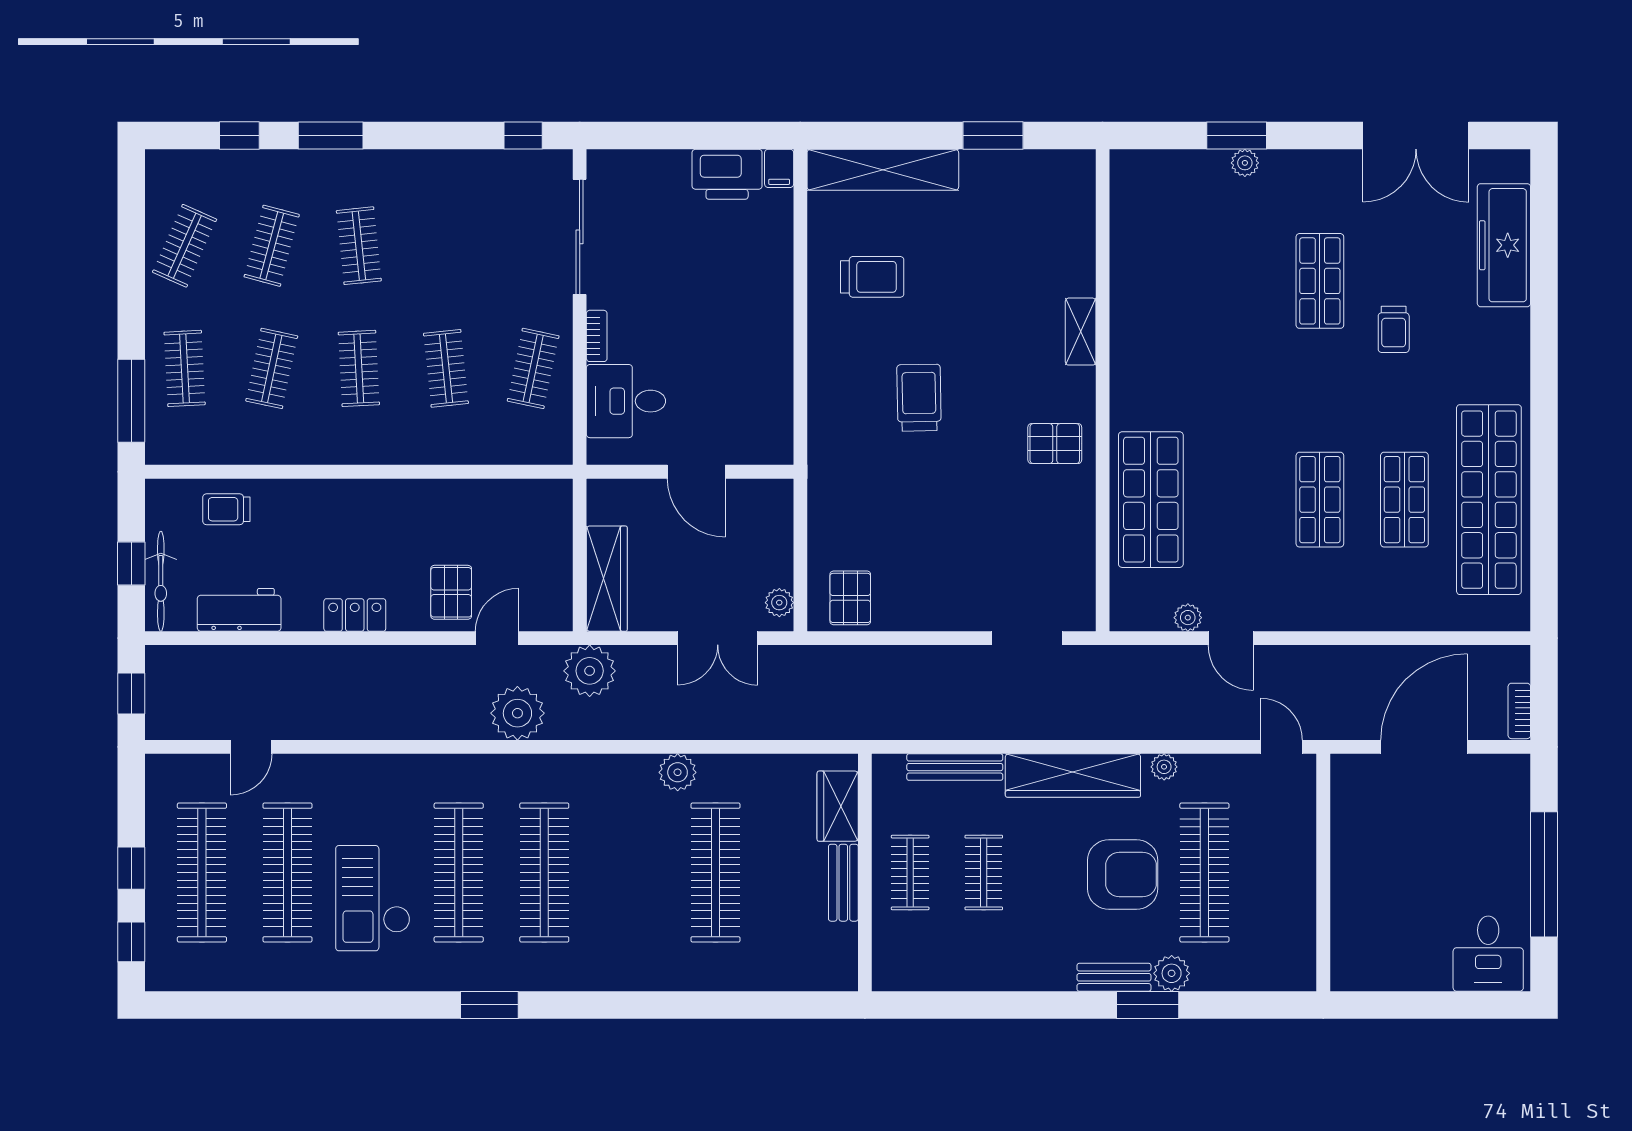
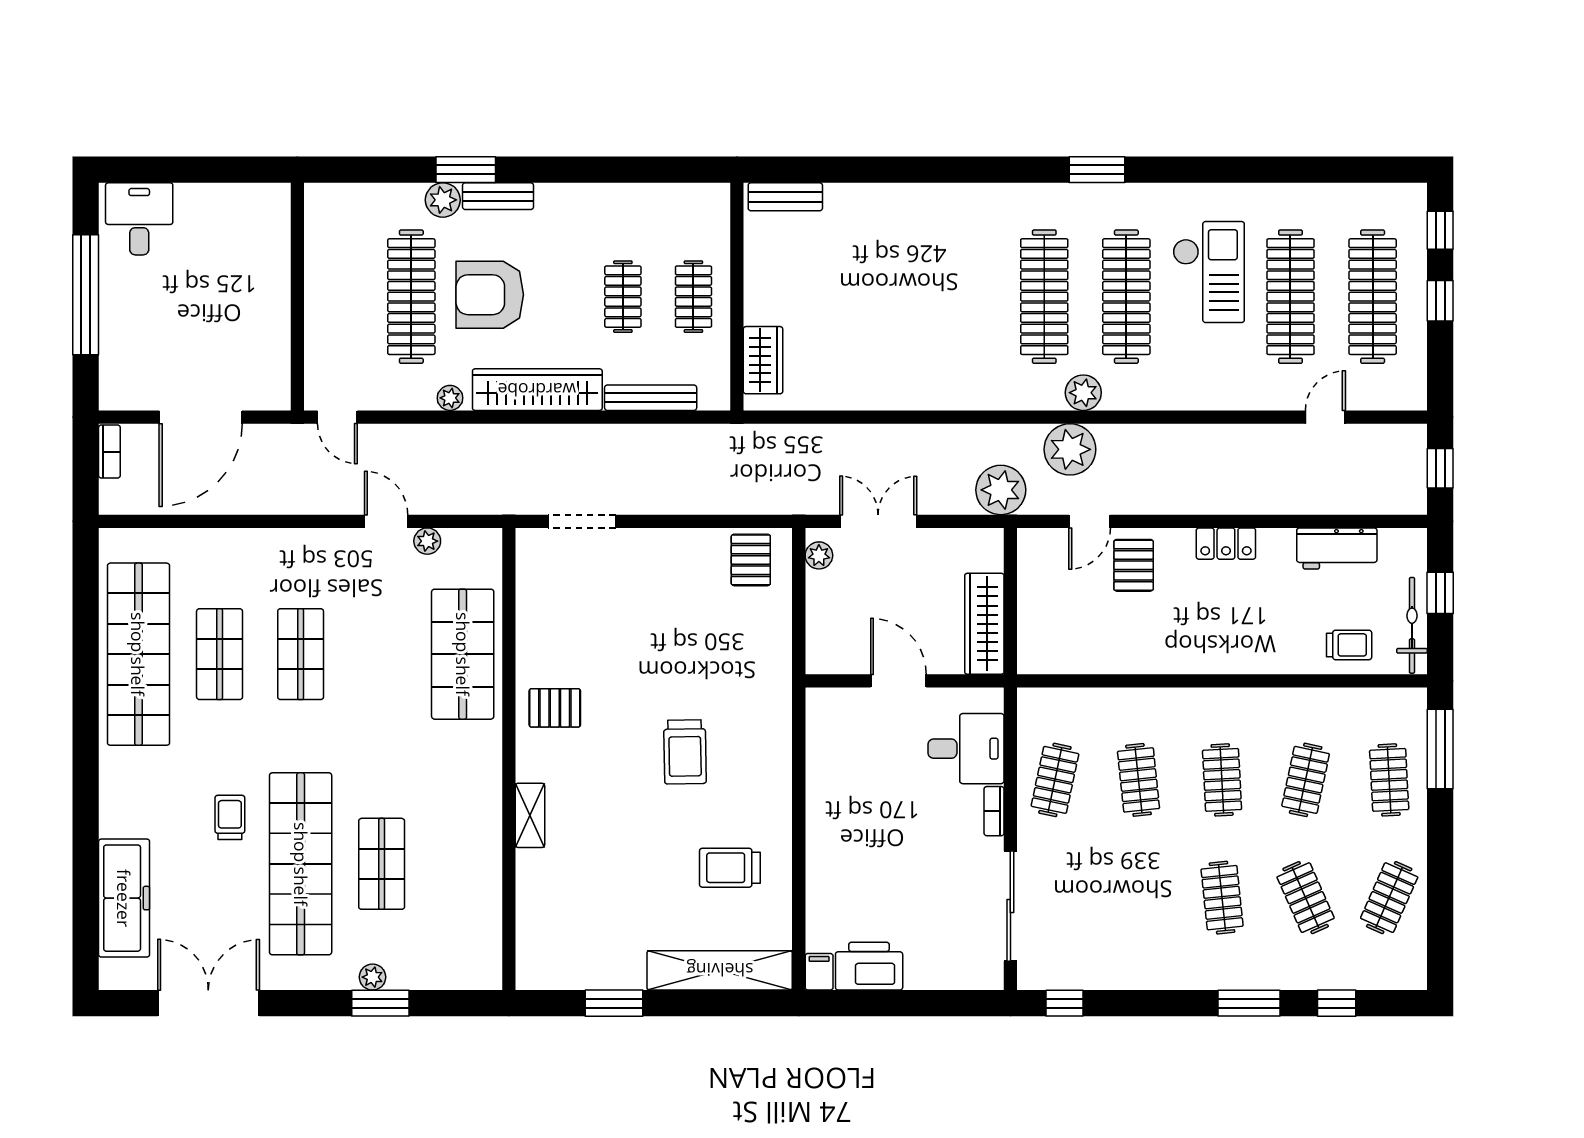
clothes rail: (272, 246) -> (1306, 898), turned -39
shop shelf: (1235, 281) -> (382, 864), added
shop shelf: (1320, 281) -> (301, 864), width x2.00, depth x1.36
wardrobe: (607, 579) -> (984, 624), moved
bicycle: (161, 581) -> (1412, 625), moved
plant: (678, 772) -> (1083, 393), moved
clothes rail: (715, 872) -> (880, 297), removed
bench: (843, 883) -> (785, 197), moved, turned 90

